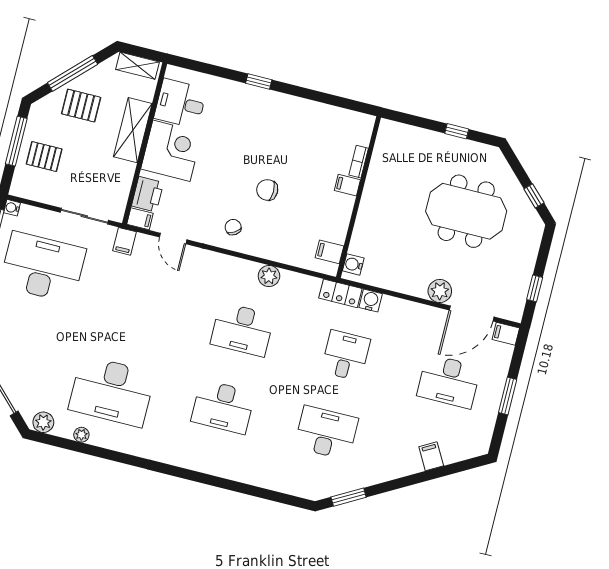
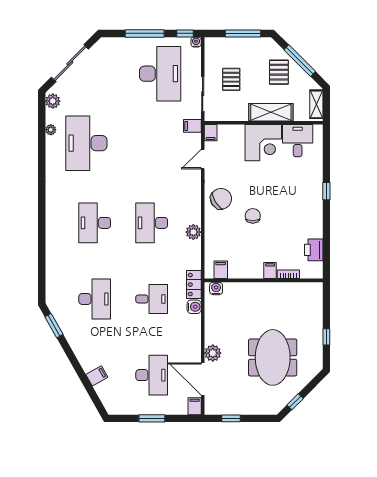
pallet: (44, 157) -> (231, 79), moved
printer: (147, 194) -> (314, 250), moved, turned 90
chair: (233, 227) -> (221, 199), width x1.87, depth x1.87
desk: (449, 381) -> (152, 375), turned 180

